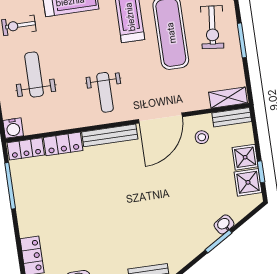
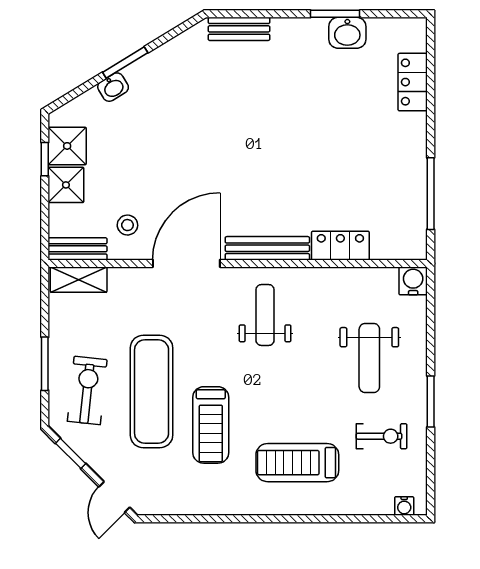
locker: (26, 149) -> (398, 246), removed

